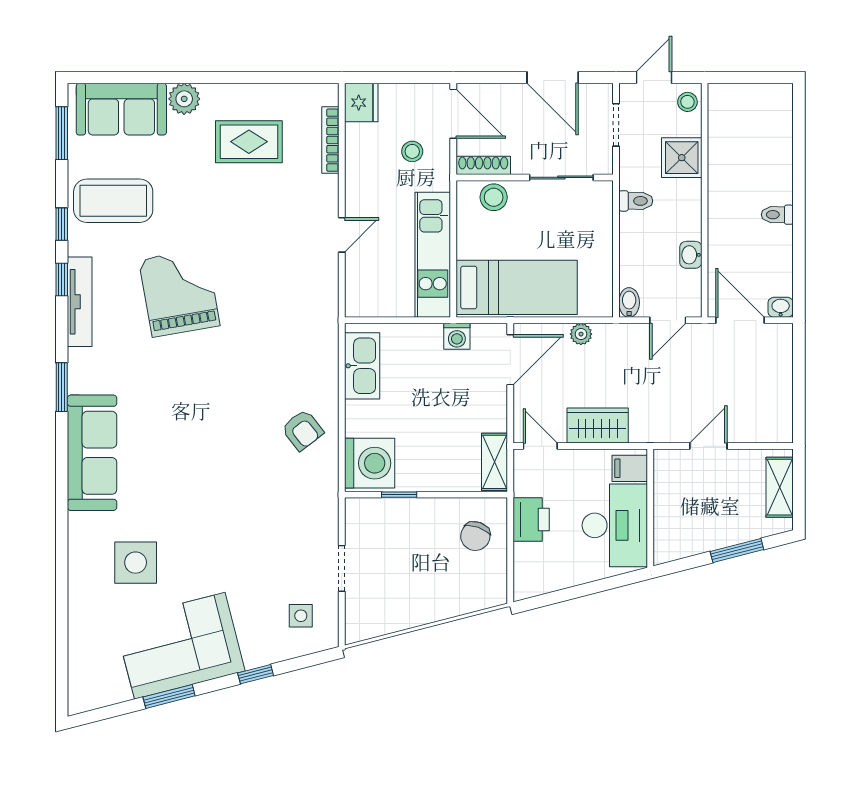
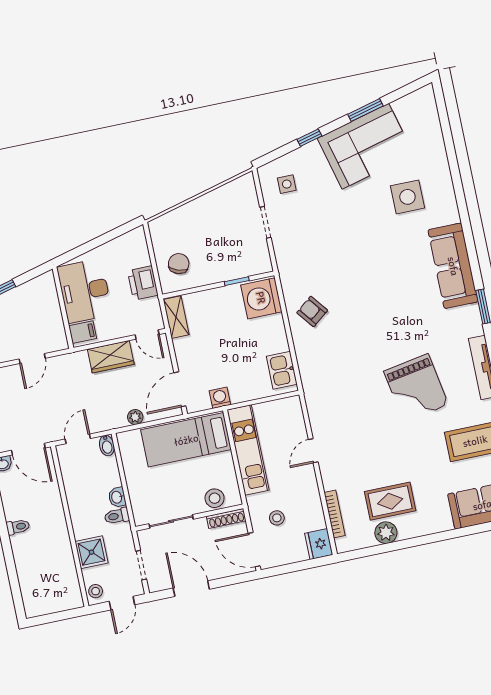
plant: (184, 99) -> (386, 533), moved
washbasin: (691, 255) -> (117, 497), moved, turned 180
kitchen sink: (362, 366) -> (282, 370), width x0.73

